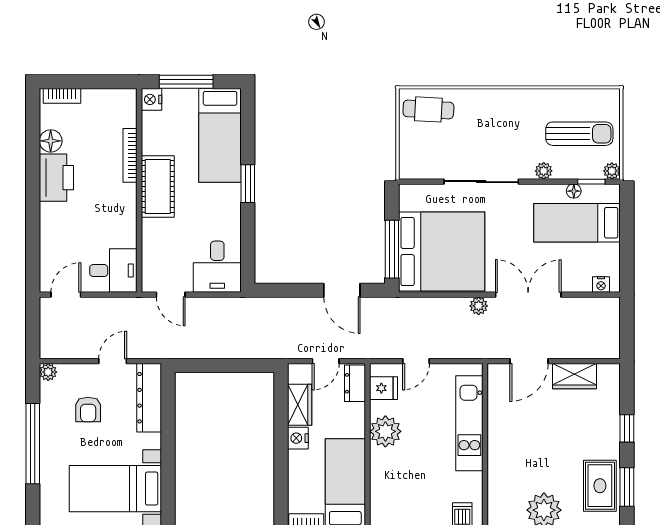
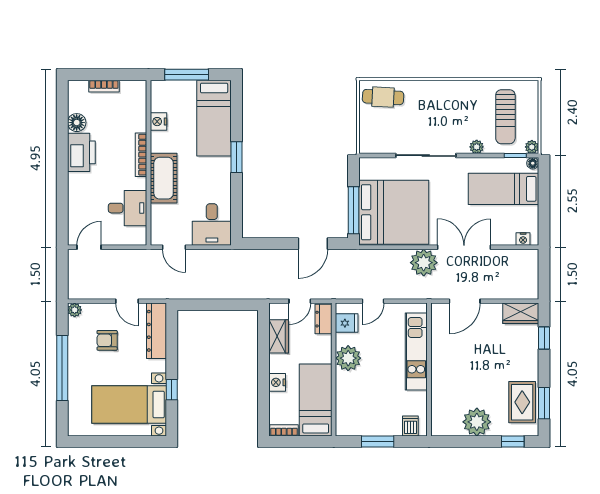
bookcase: (62, 96) -> (104, 86), moved
nightstand: (151, 99) -> (158, 122), moved
sun lounger: (579, 134) -> (505, 117), turned 90
bookcase: (130, 155) -> (141, 155), moved
cot: (158, 187) -> (164, 178), moved
floor lamp: (574, 191) -> (533, 163), moved
desk: (113, 271) -> (128, 208), moved
door: (342, 290) -> (313, 244), hinge flipped
plant: (479, 306) -> (424, 263), width x1.87, depth x1.87
door: (113, 361) -> (127, 301), swing flipped
wardrobe: (575, 376) -> (521, 313), moved
armchair: (88, 409) -> (107, 340), turned 90
window: (627, 428) -> (544, 338), moved
nightstand: (298, 438) -> (277, 382), moved
window: (168, 470) -> (172, 390), added

